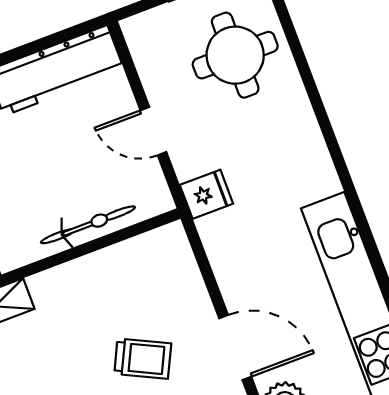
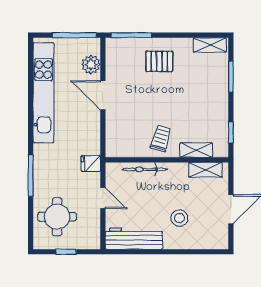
window: (323, 121) -> (31, 176), added
trolley: (143, 359) -> (161, 138), moved, turned 80

